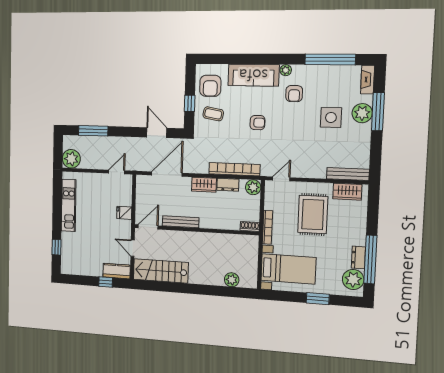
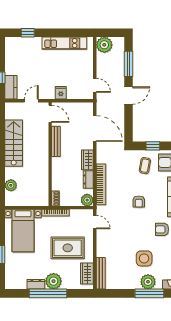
door: (157, 133) -> (128, 95), moved
window: (370, 259) -> (48, 293), moved
stairs: (161, 271) -> (14, 143), moved
plant: (353, 279) -> (54, 281), moved

